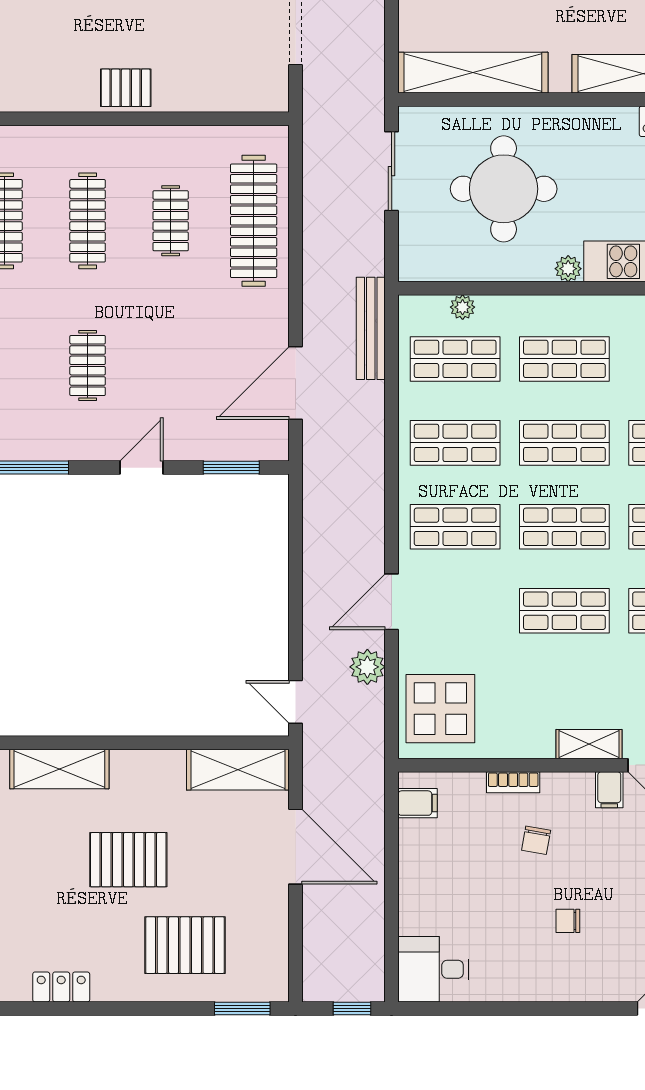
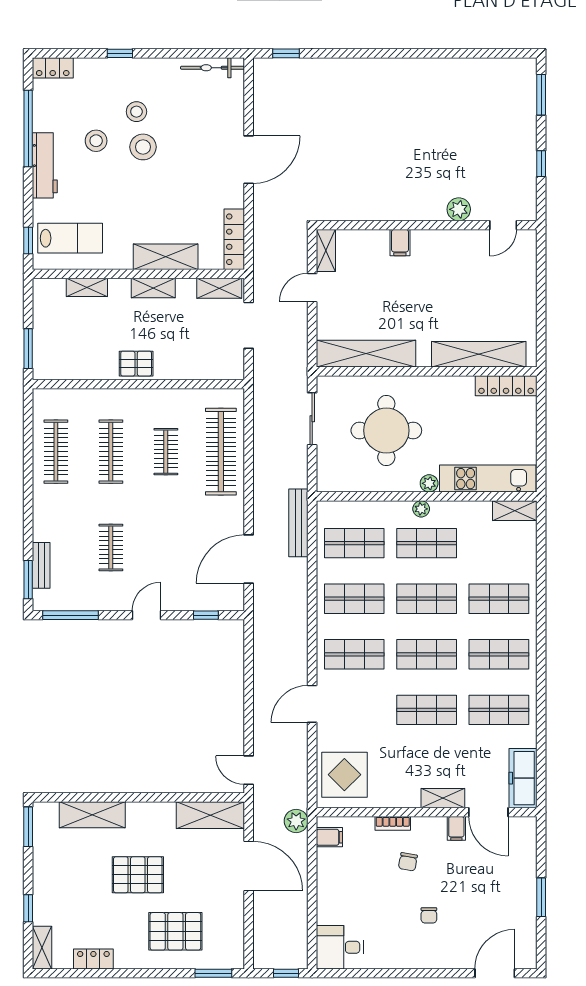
plant: (463, 307) -> (421, 509), moved
window: (231, 468) -> (206, 615), width x0.67
plant: (367, 667) -> (296, 821), moved
chair: (568, 921) -> (429, 915), turned -90

